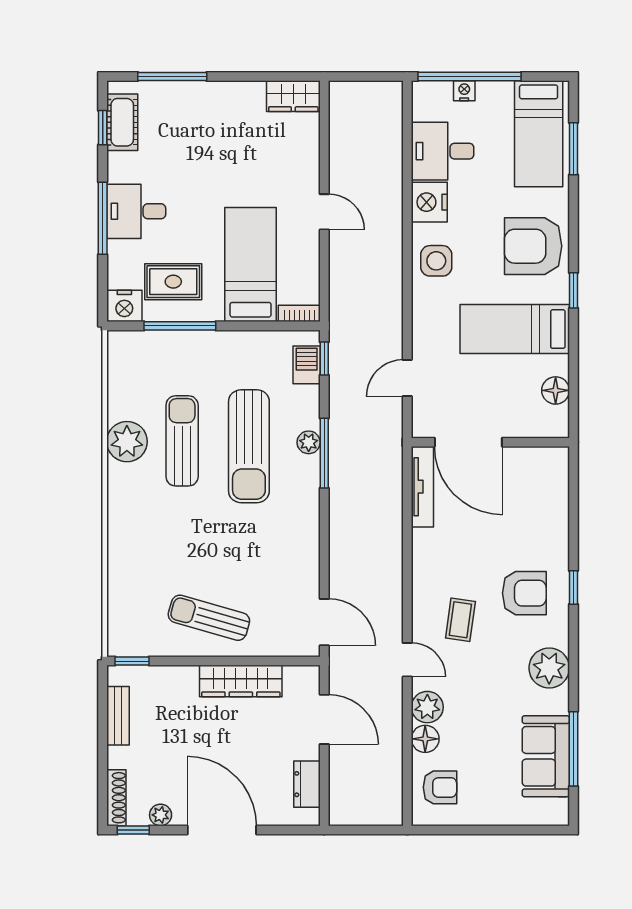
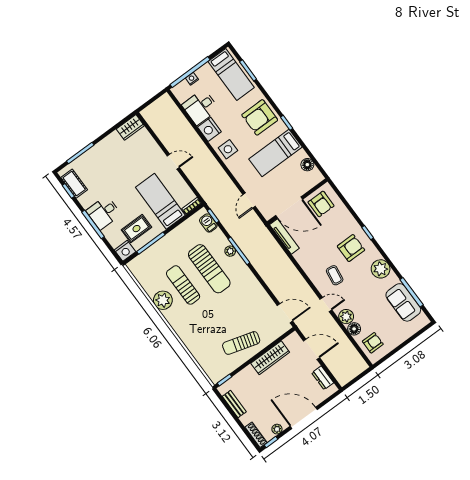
armchair: (529, 477) -> (321, 204), added

